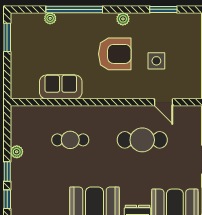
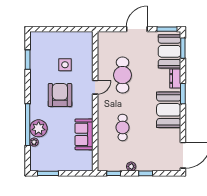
plant: (123, 19) -> (39, 128), moved, width x1.87, depth x1.87
door: (164, 102) -> (95, 87), moved
window: (7, 199) -> (114, 173), moved

